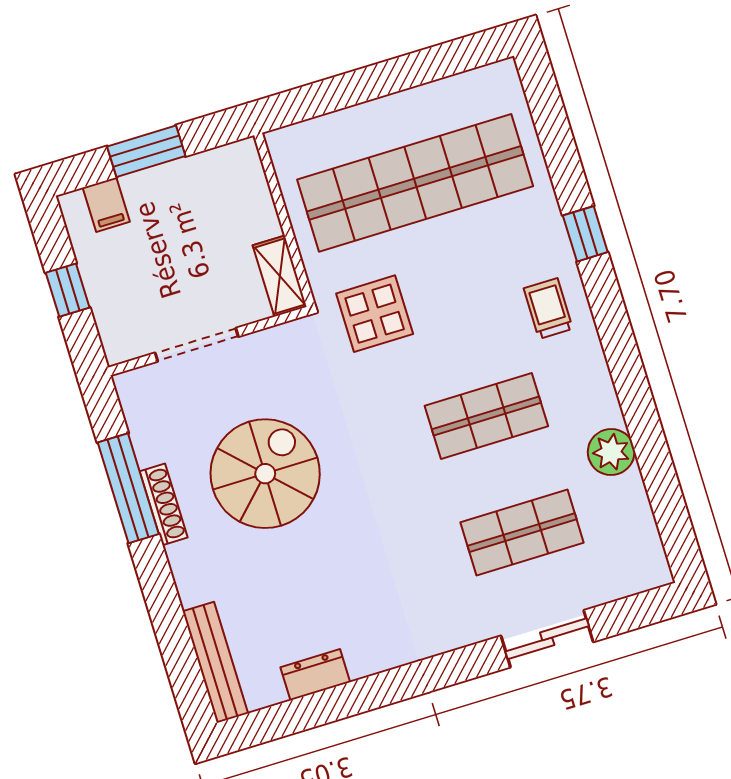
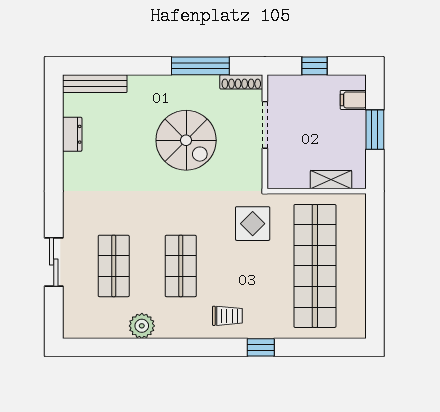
shelving: (280, 276) -> (331, 180), moved
shoe rack: (164, 504) -> (241, 82), moved

